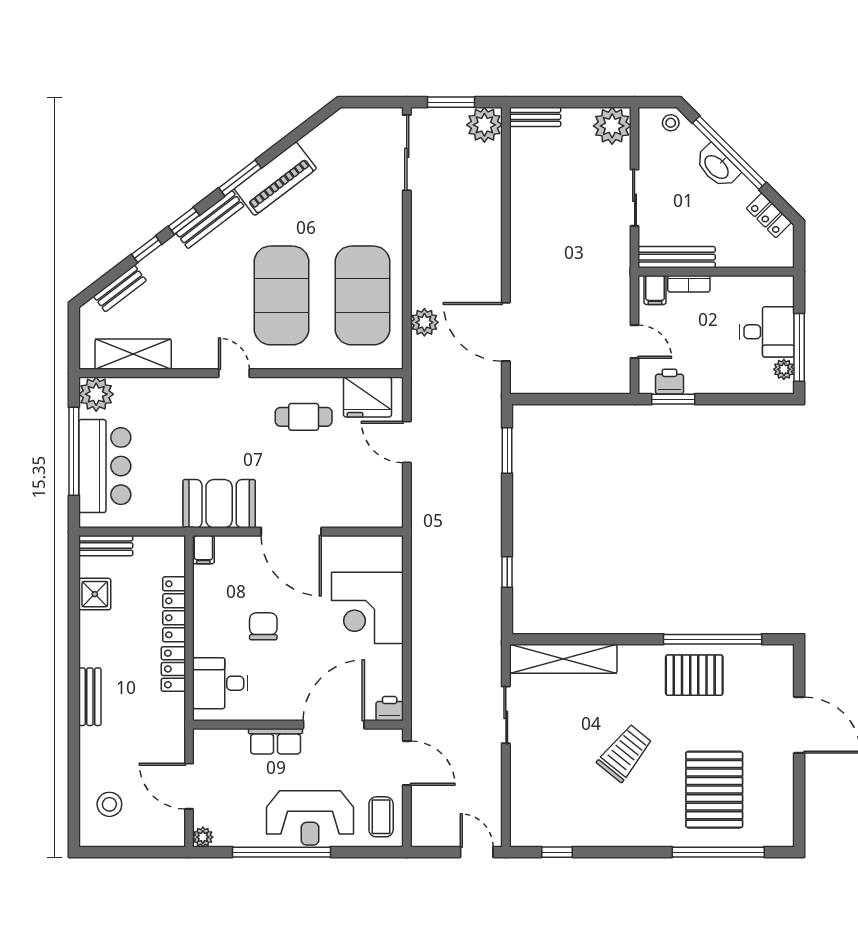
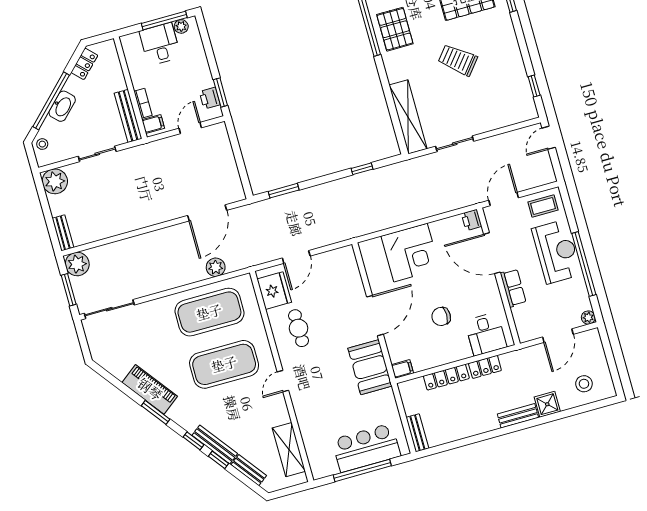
bench: (210, 220) -> (215, 444), moved
plant: (96, 394) -> (321, 466), removed
shower: (95, 594) -> (547, 404), moved

